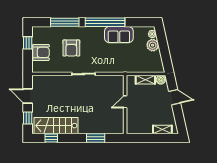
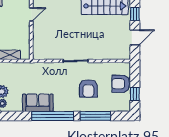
armchair: (71, 48) -> (88, 88), turned 180
door: (28, 96) -> (135, 37), hinge flipped
door: (125, 102) -> (31, 14), moved

